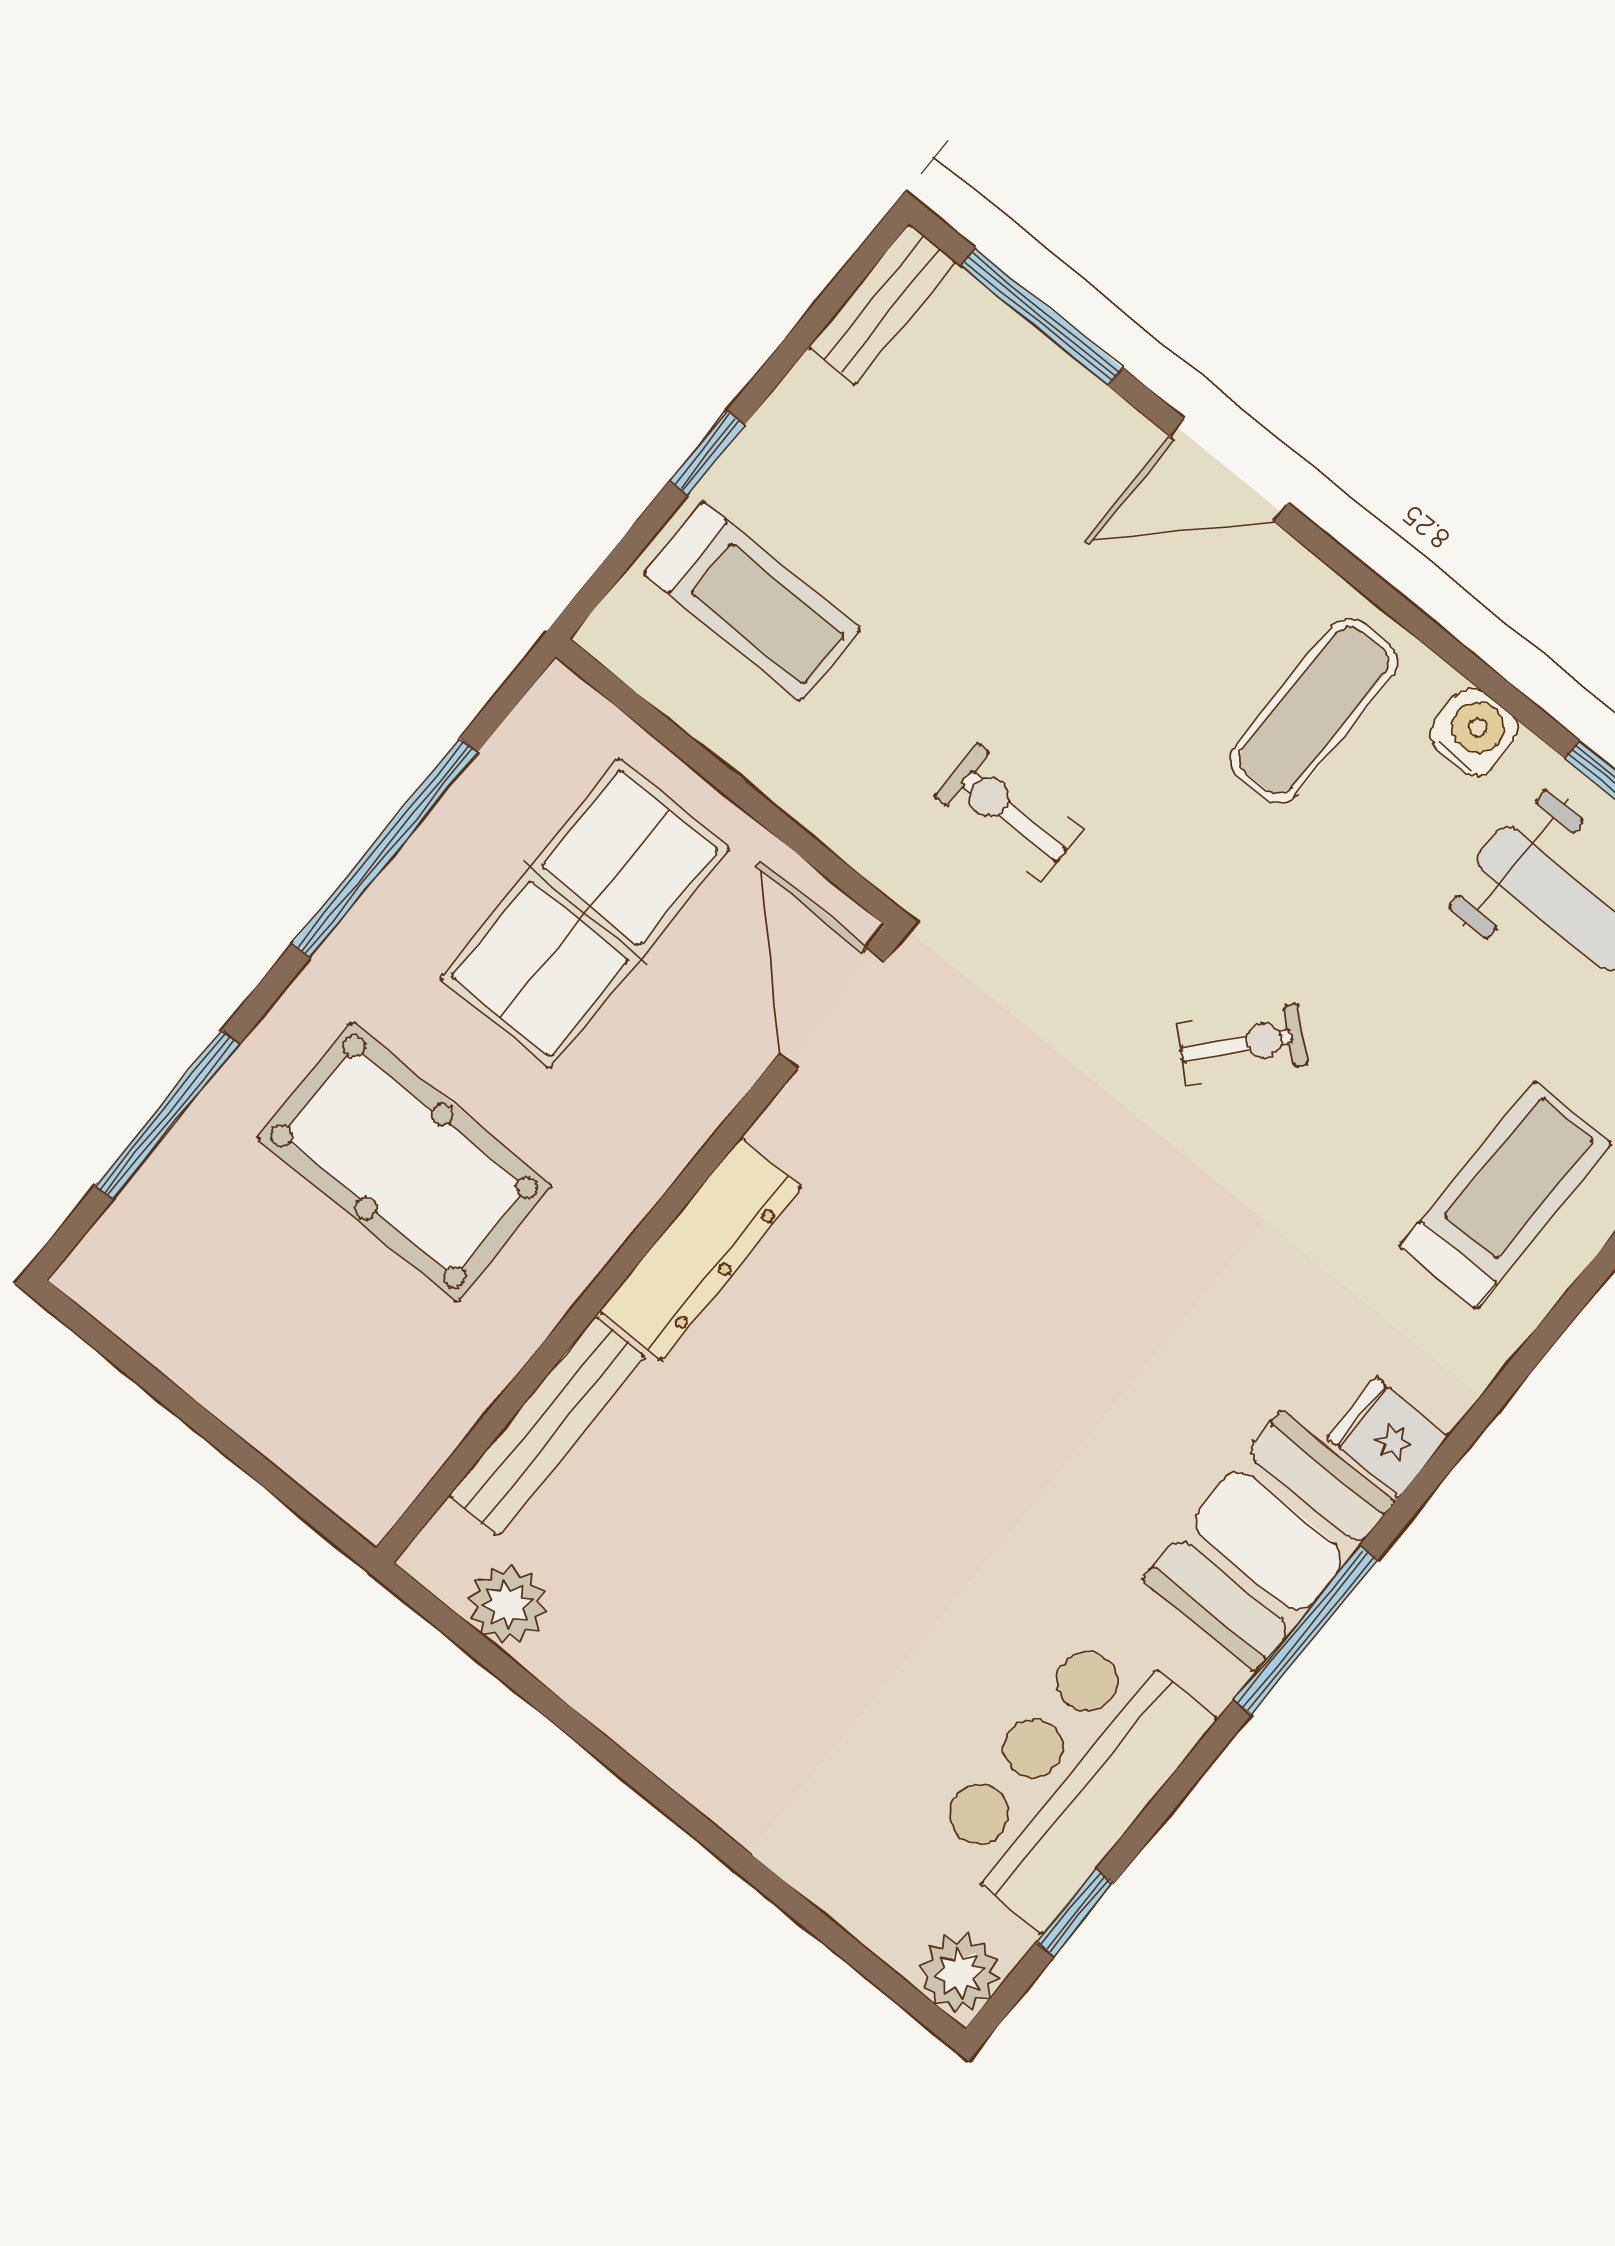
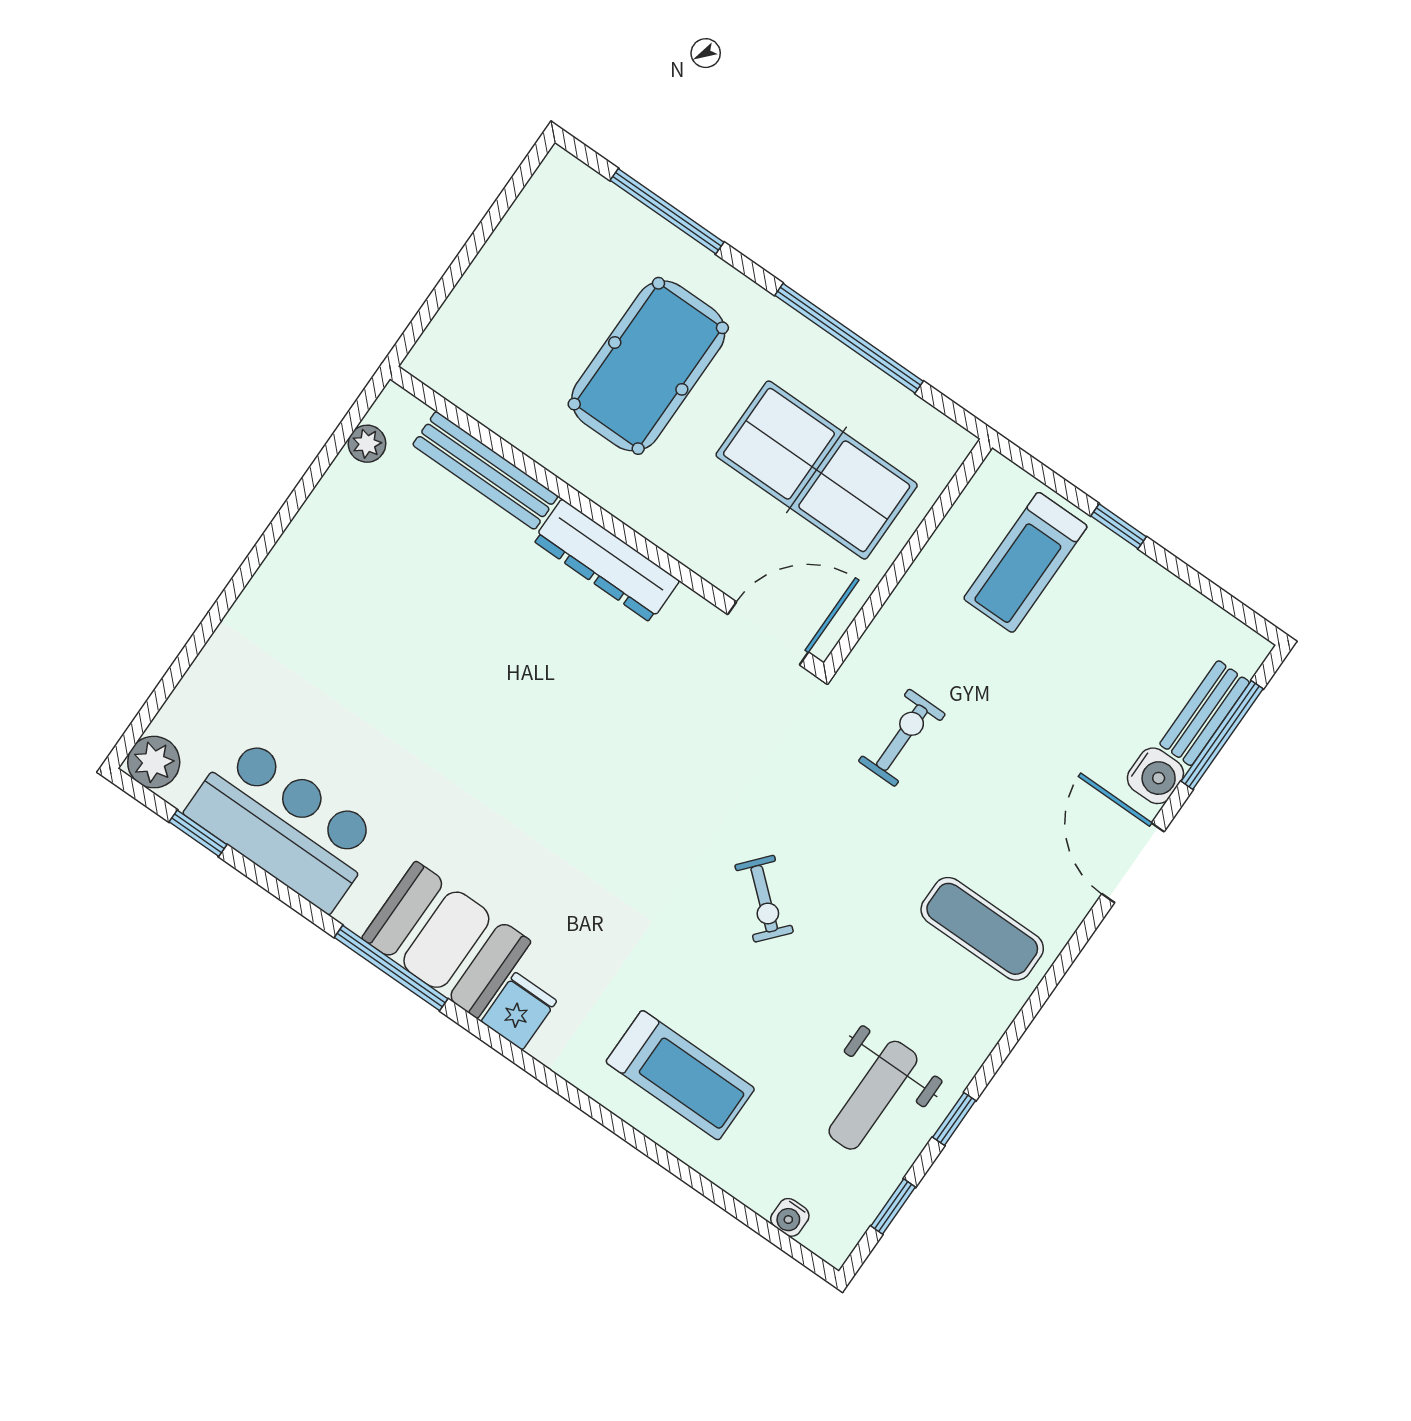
bench: (882, 304) -> (1205, 713), moved, turned 90
water cooler: (1474, 732) -> (1155, 776), moved
plant: (507, 1604) -> (367, 444), width x0.73, depth x0.73

